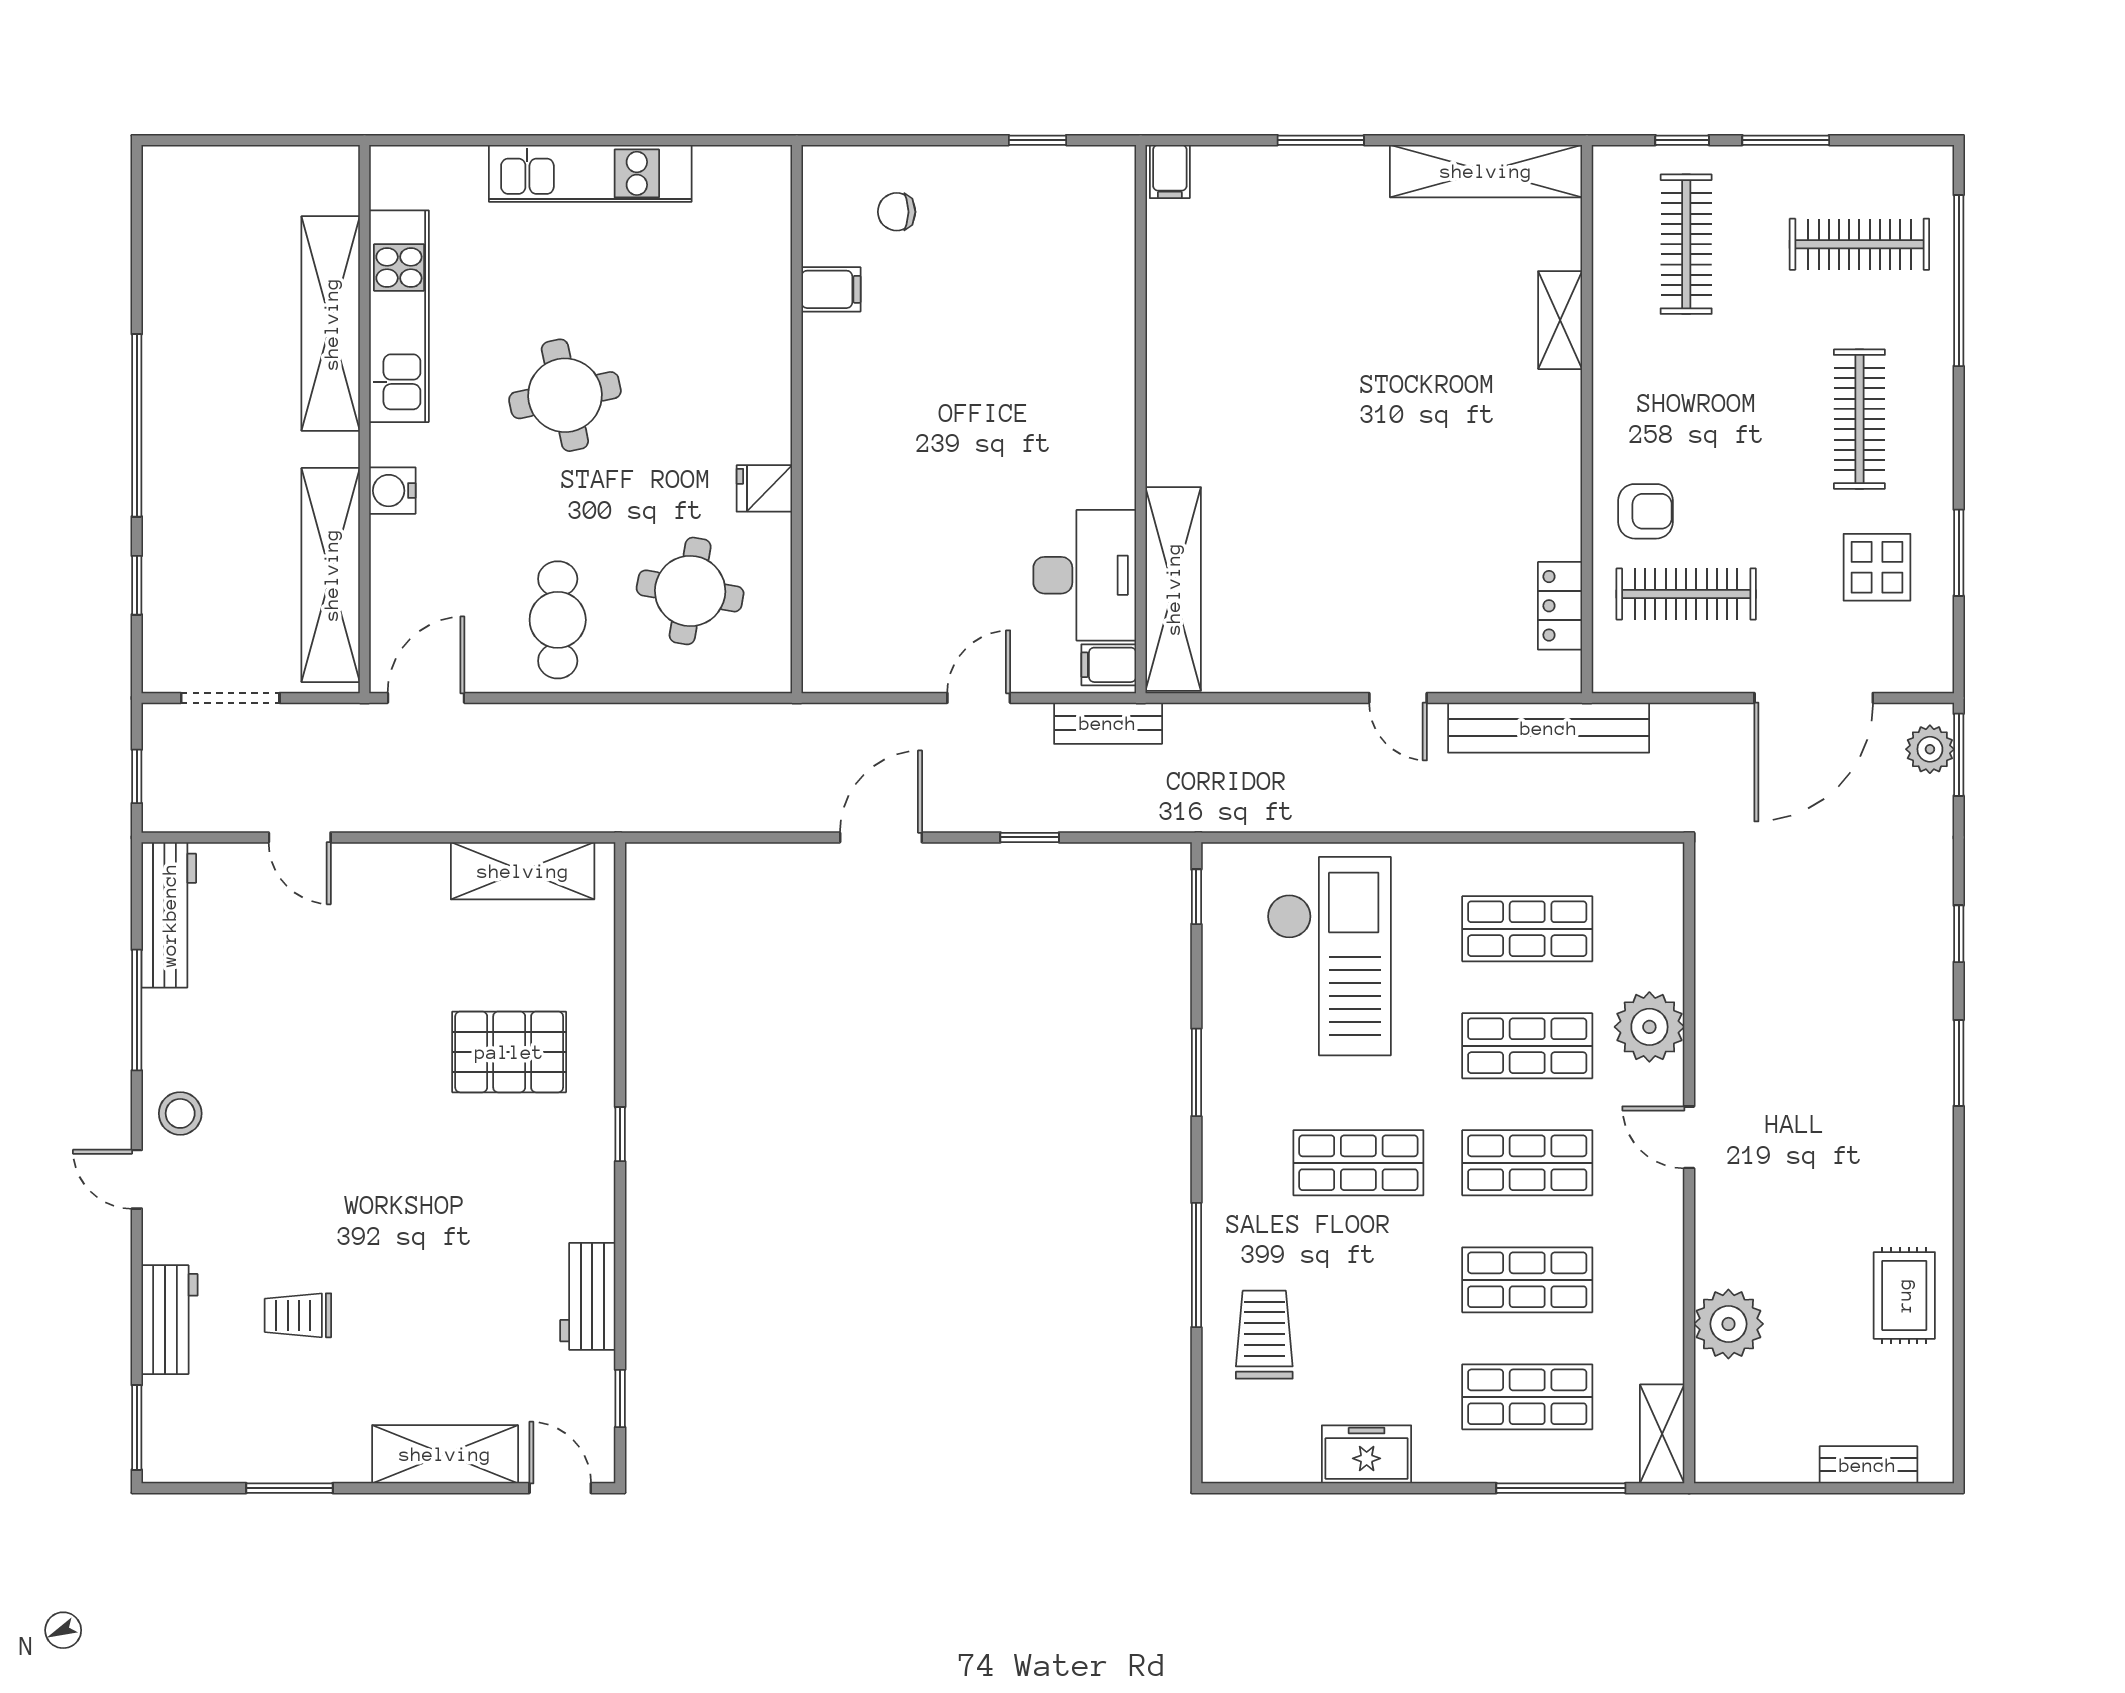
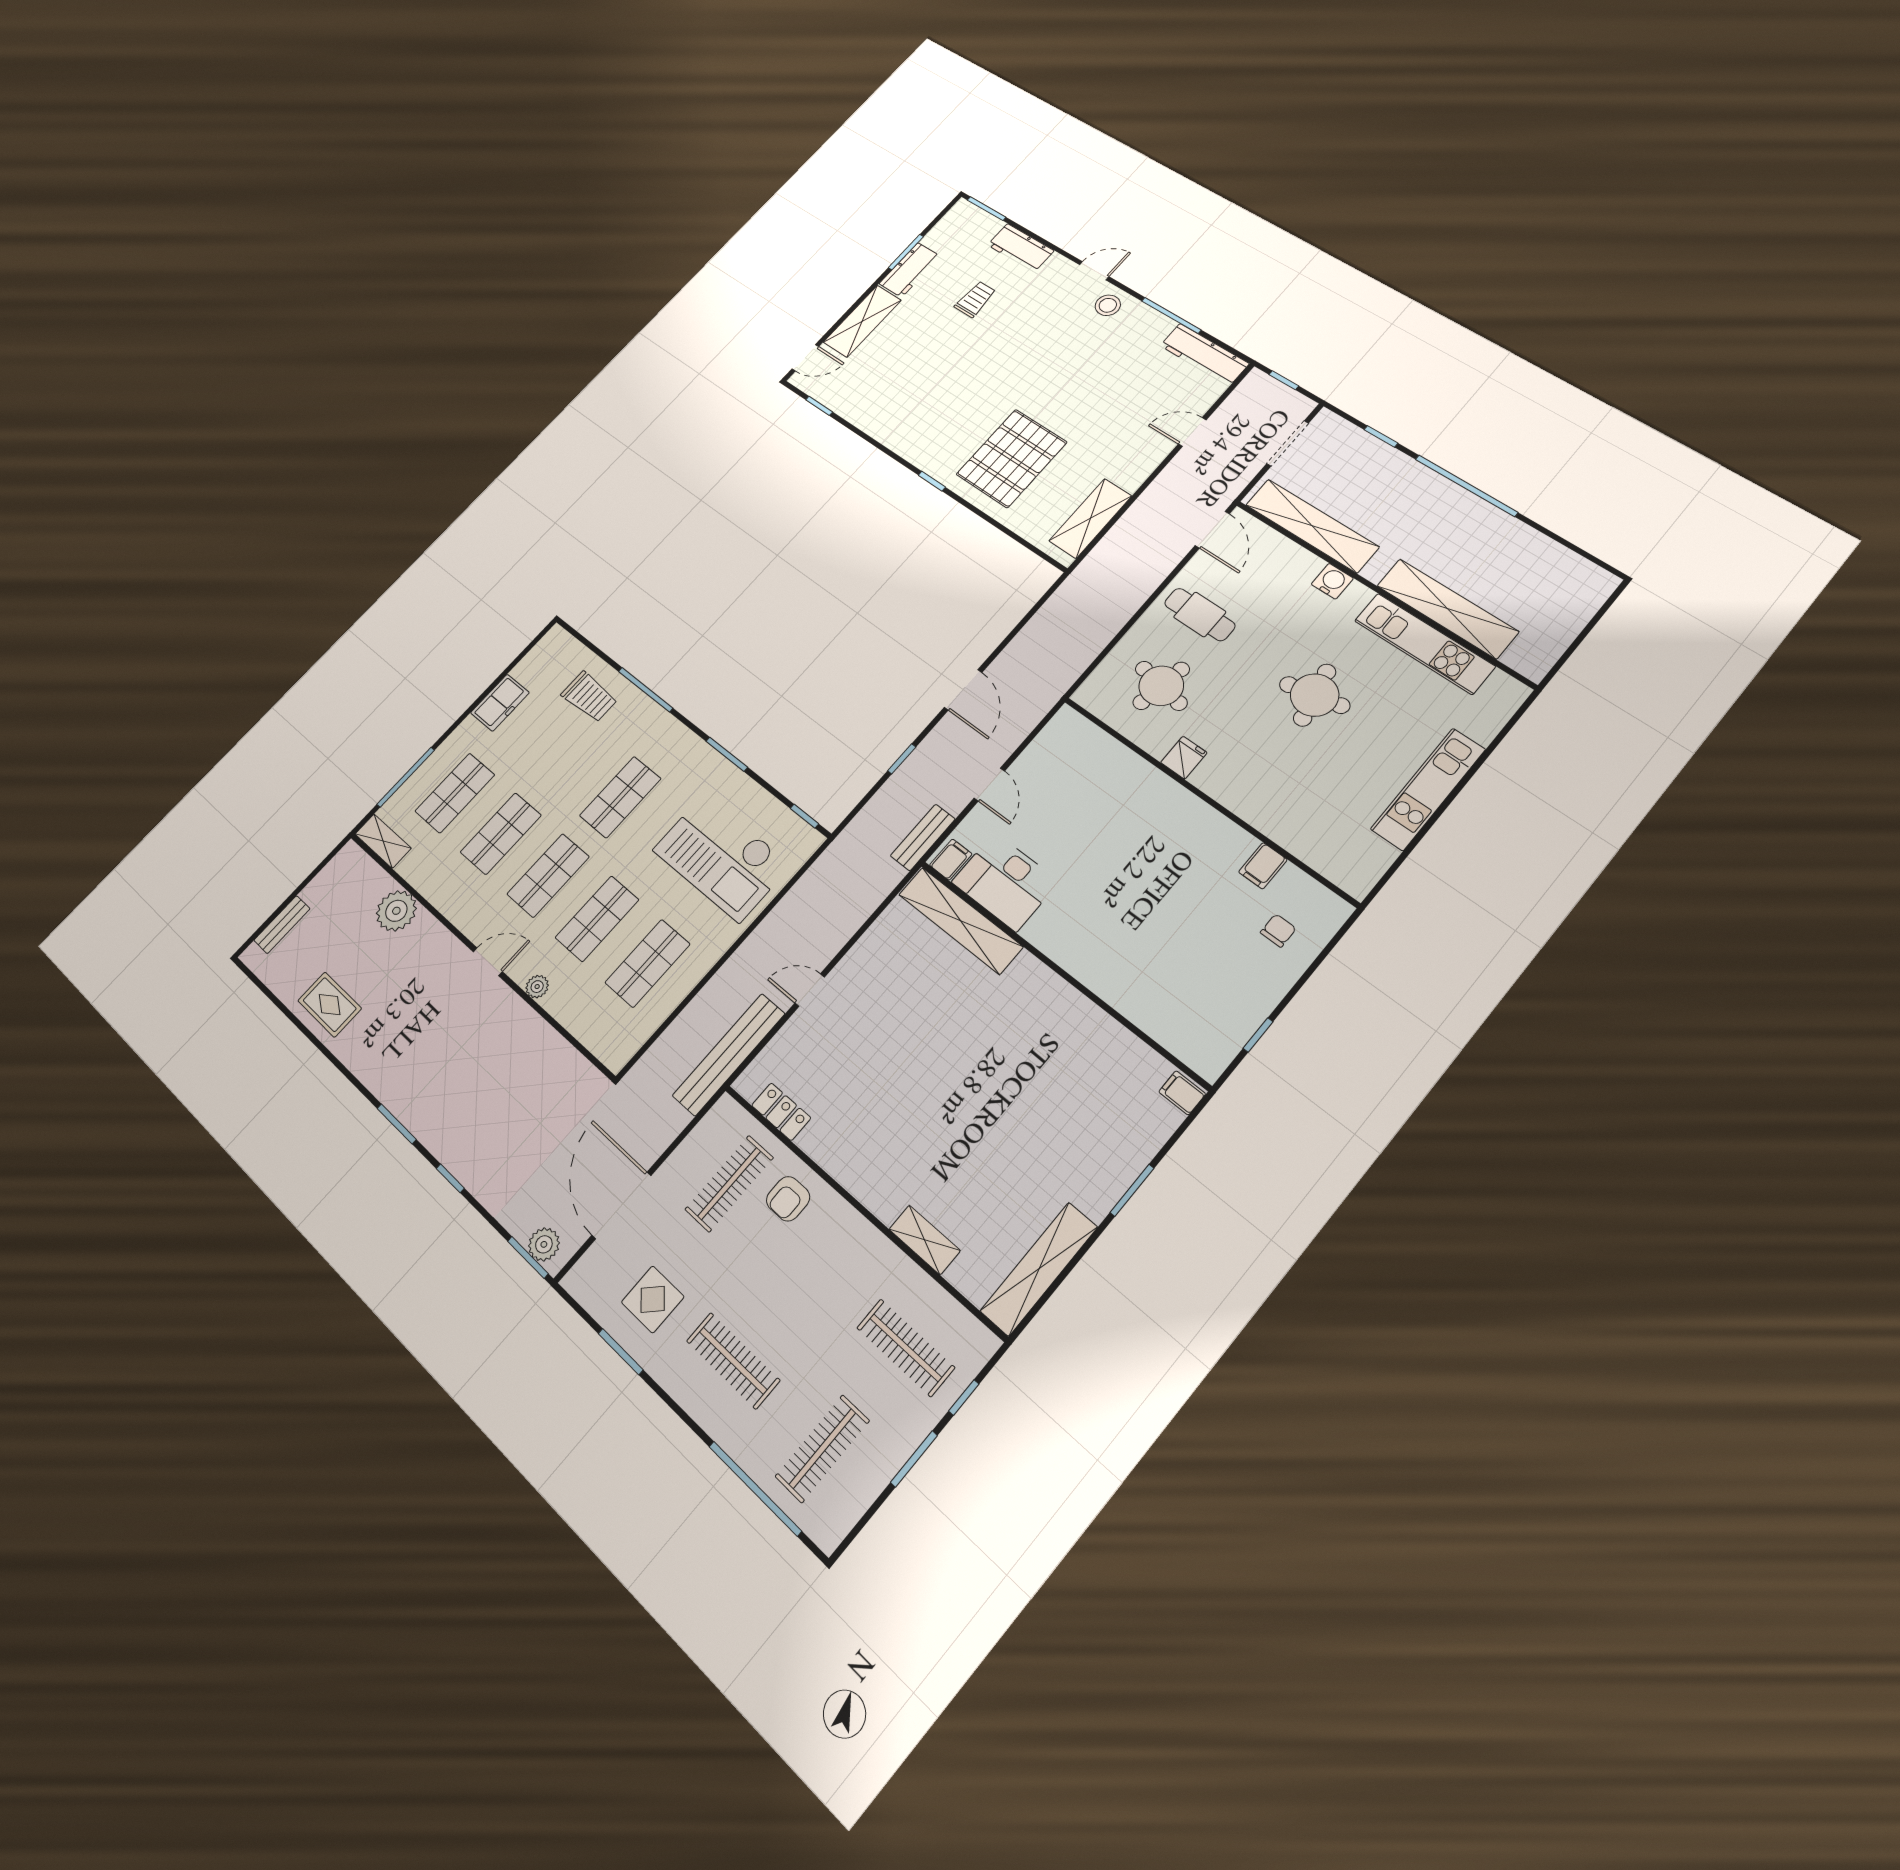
plant: (1649, 1027) -> (537, 987), width x0.53, depth x0.53
pallet: (509, 1052) -> (1012, 458), width x1.37, depth x1.41
workbench: (588, 1296) -> (910, 270), moved, turned 90

